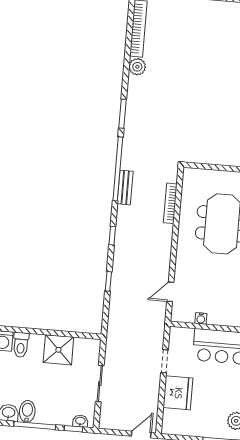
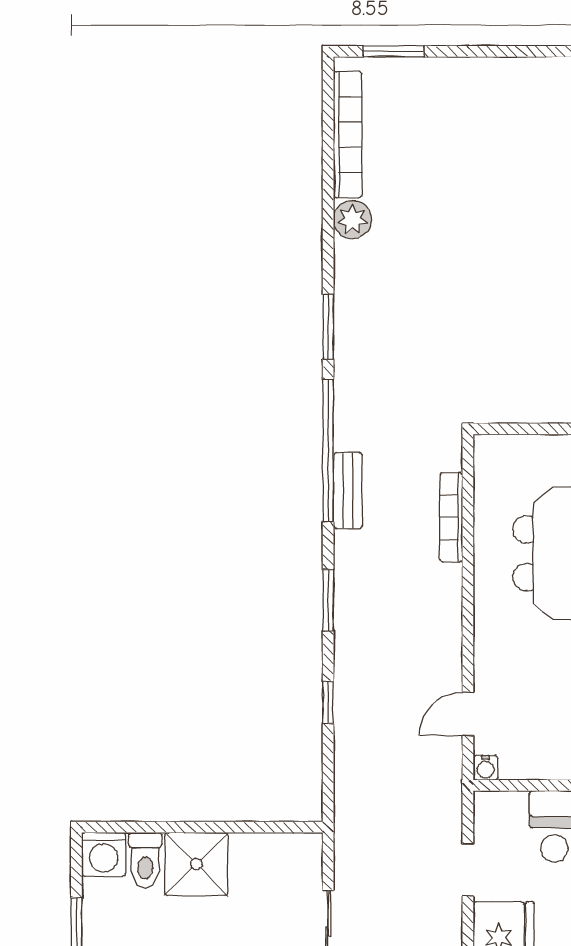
window: (112, 236) -> (328, 600), width x1.50
water cooler: (201, 318) -> (485, 768), moved
shower: (58, 350) -> (196, 864), moved

